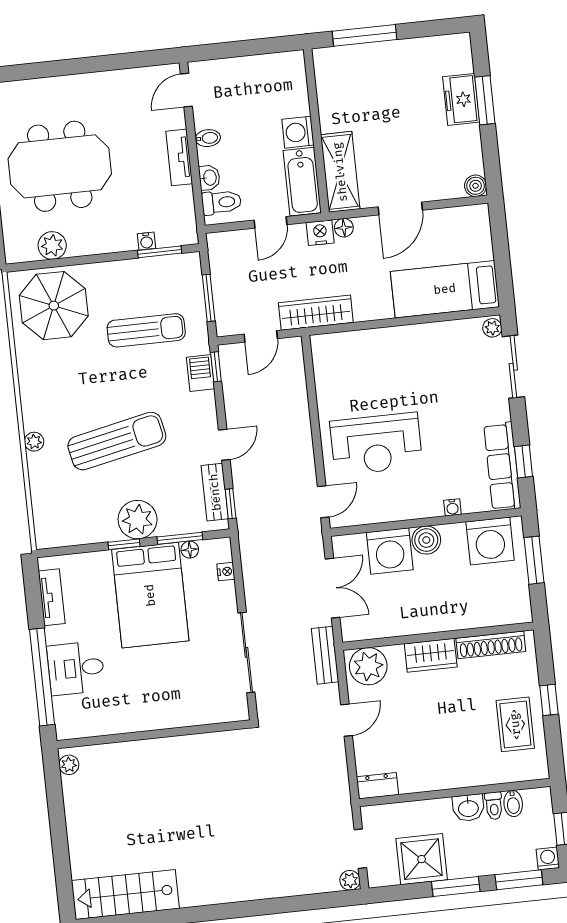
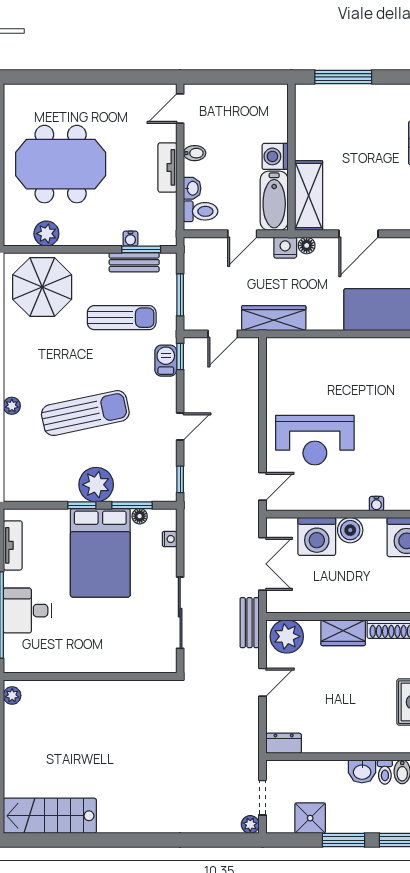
bench: (215, 492) -> (134, 262), moved, turned 90
shower: (422, 859) -> (310, 818), width x0.73, depth x0.73

